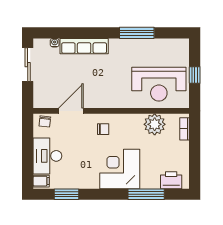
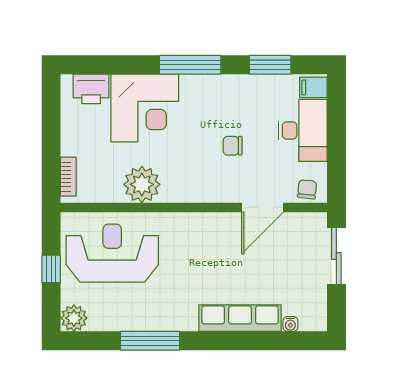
plant: (181, 46) -> (74, 318), added
sliding door: (28, 65) -> (336, 256), moved
plant: (155, 124) -> (142, 184), moved
chair: (103, 129) -> (233, 146), moved
corner desk: (120, 169) -> (145, 108), moved
window: (146, 194) -> (190, 65), moved

